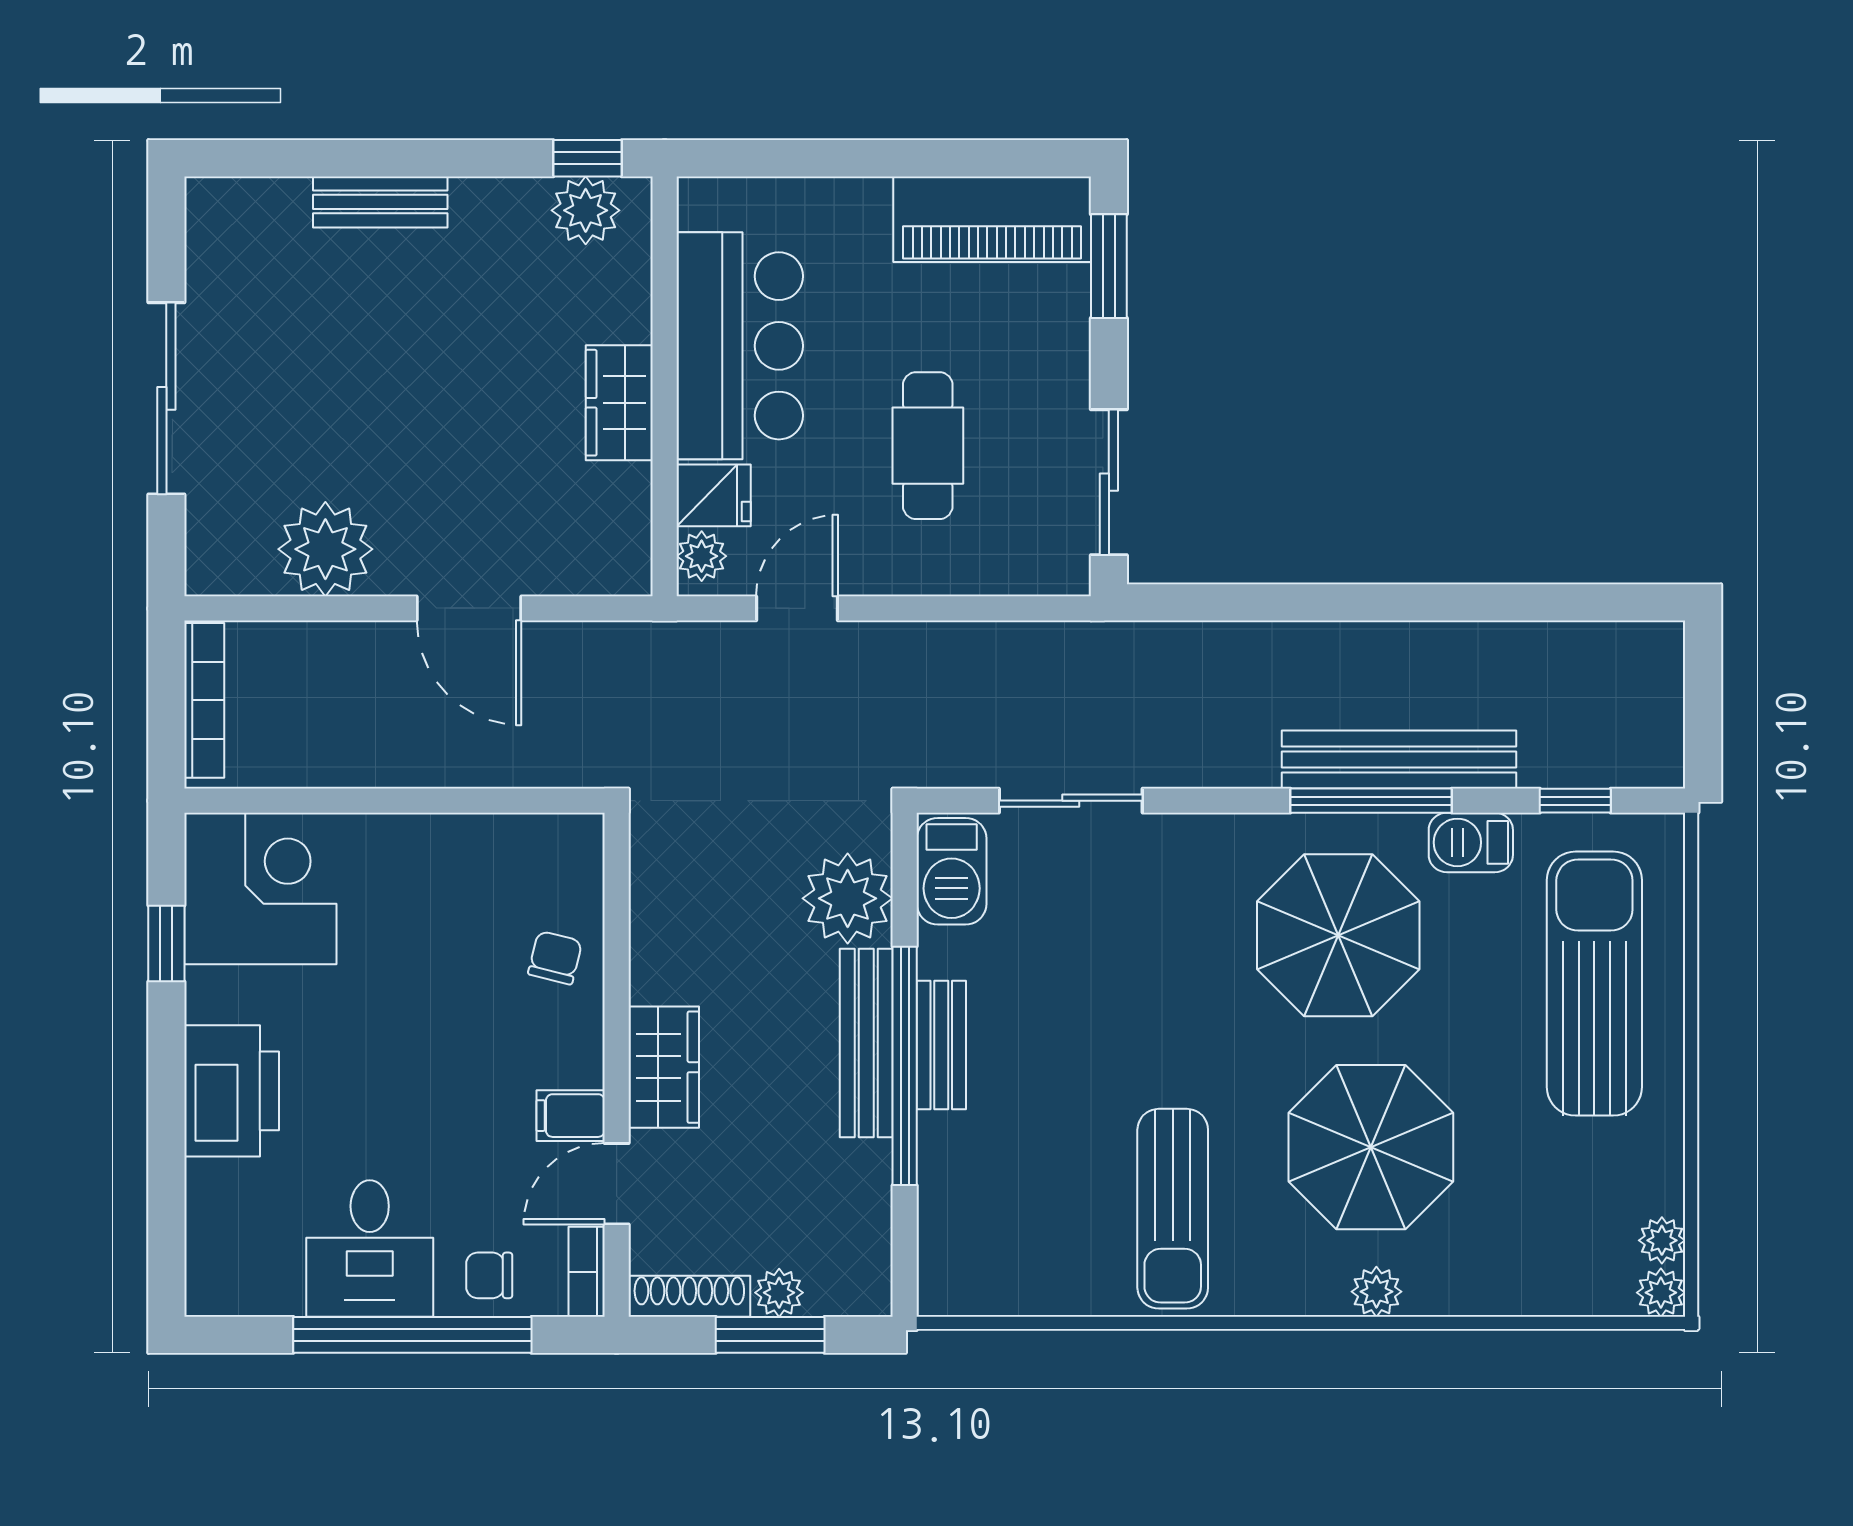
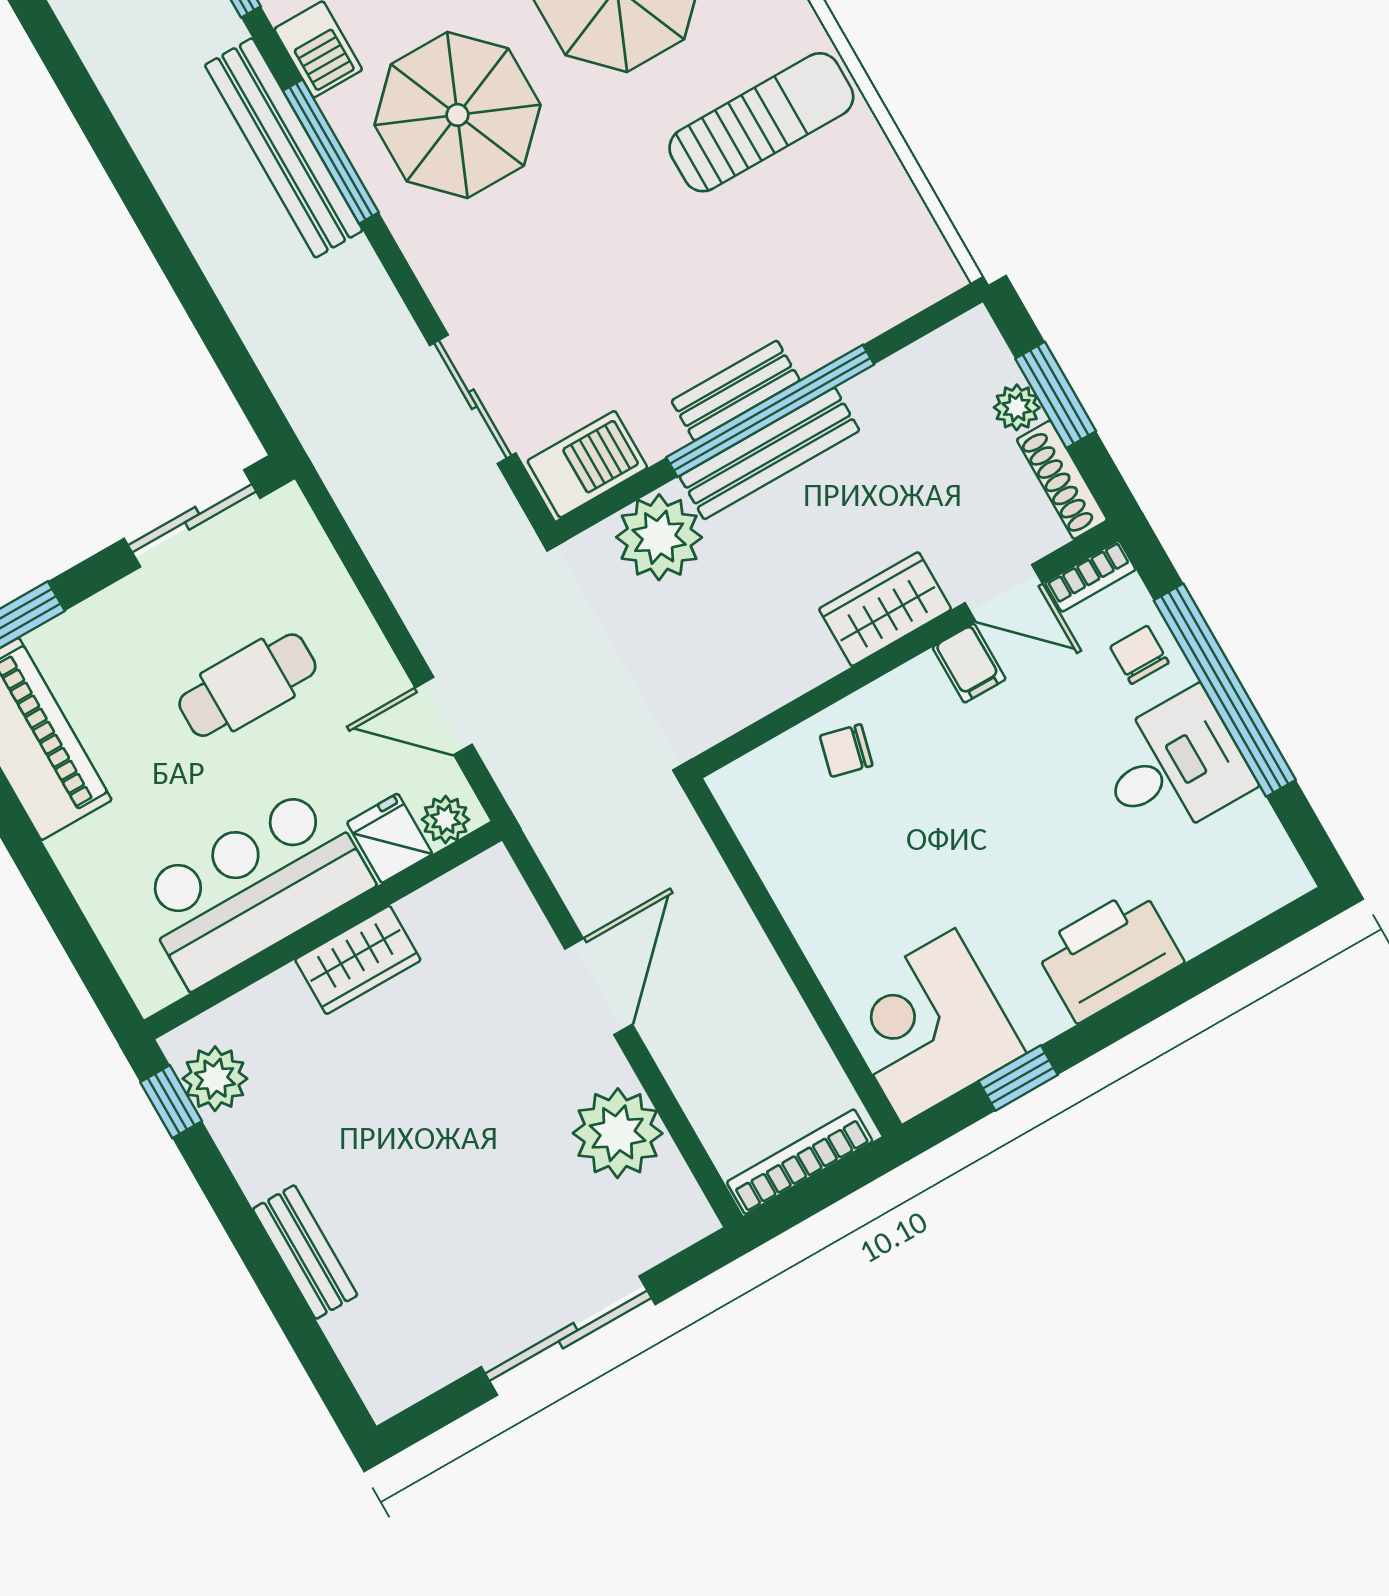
chair: (489, 1275) -> (1139, 655), turned 180

